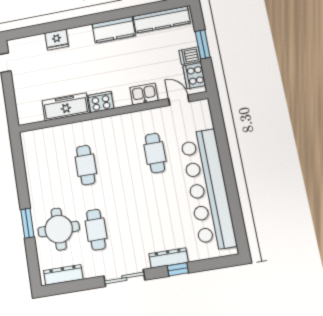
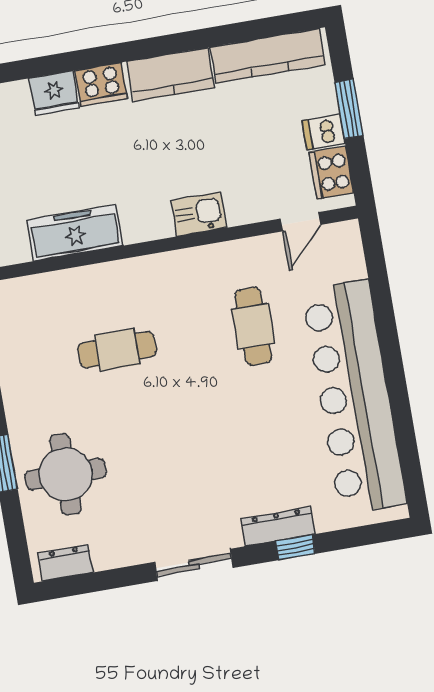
kitchen sink: (144, 94) -> (199, 214), moved
door: (179, 100) -> (301, 222), swing flipped
cooker: (101, 102) -> (101, 84), moved, turned 180
cafe table: (86, 165) -> (117, 350), turned 90
cafe table: (96, 230) -> (139, 475), removed
dresser: (63, 275) -> (65, 563), width x0.70

